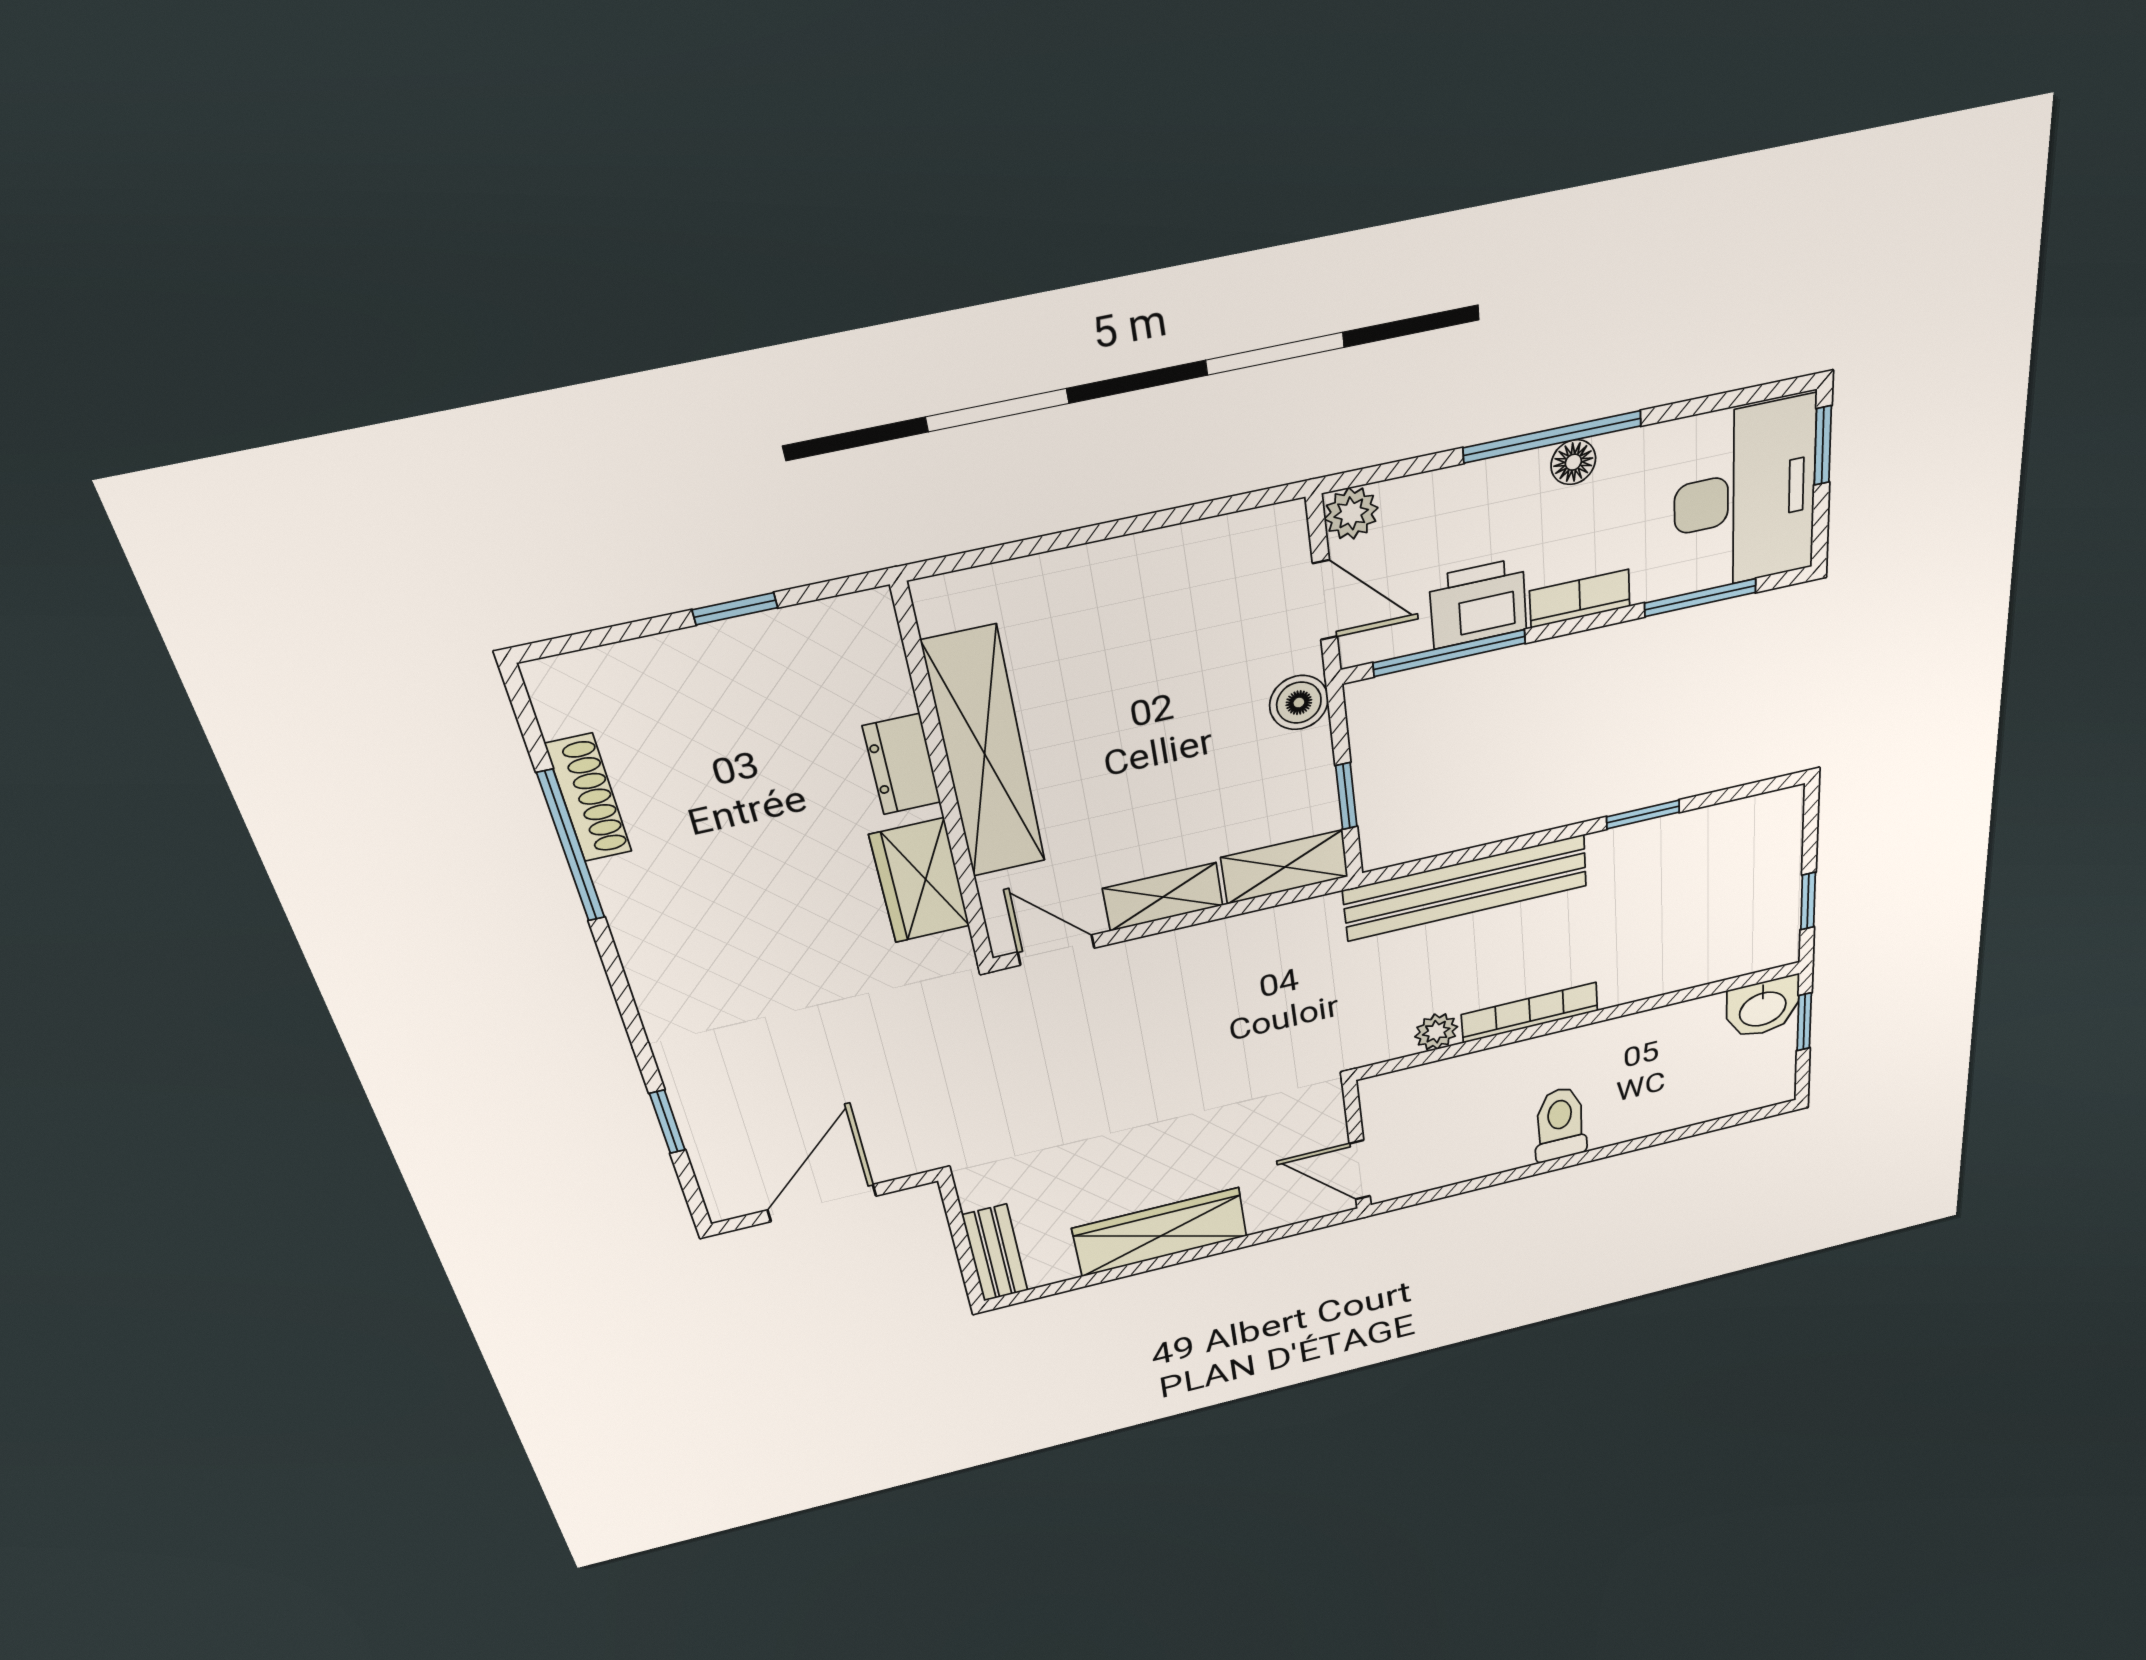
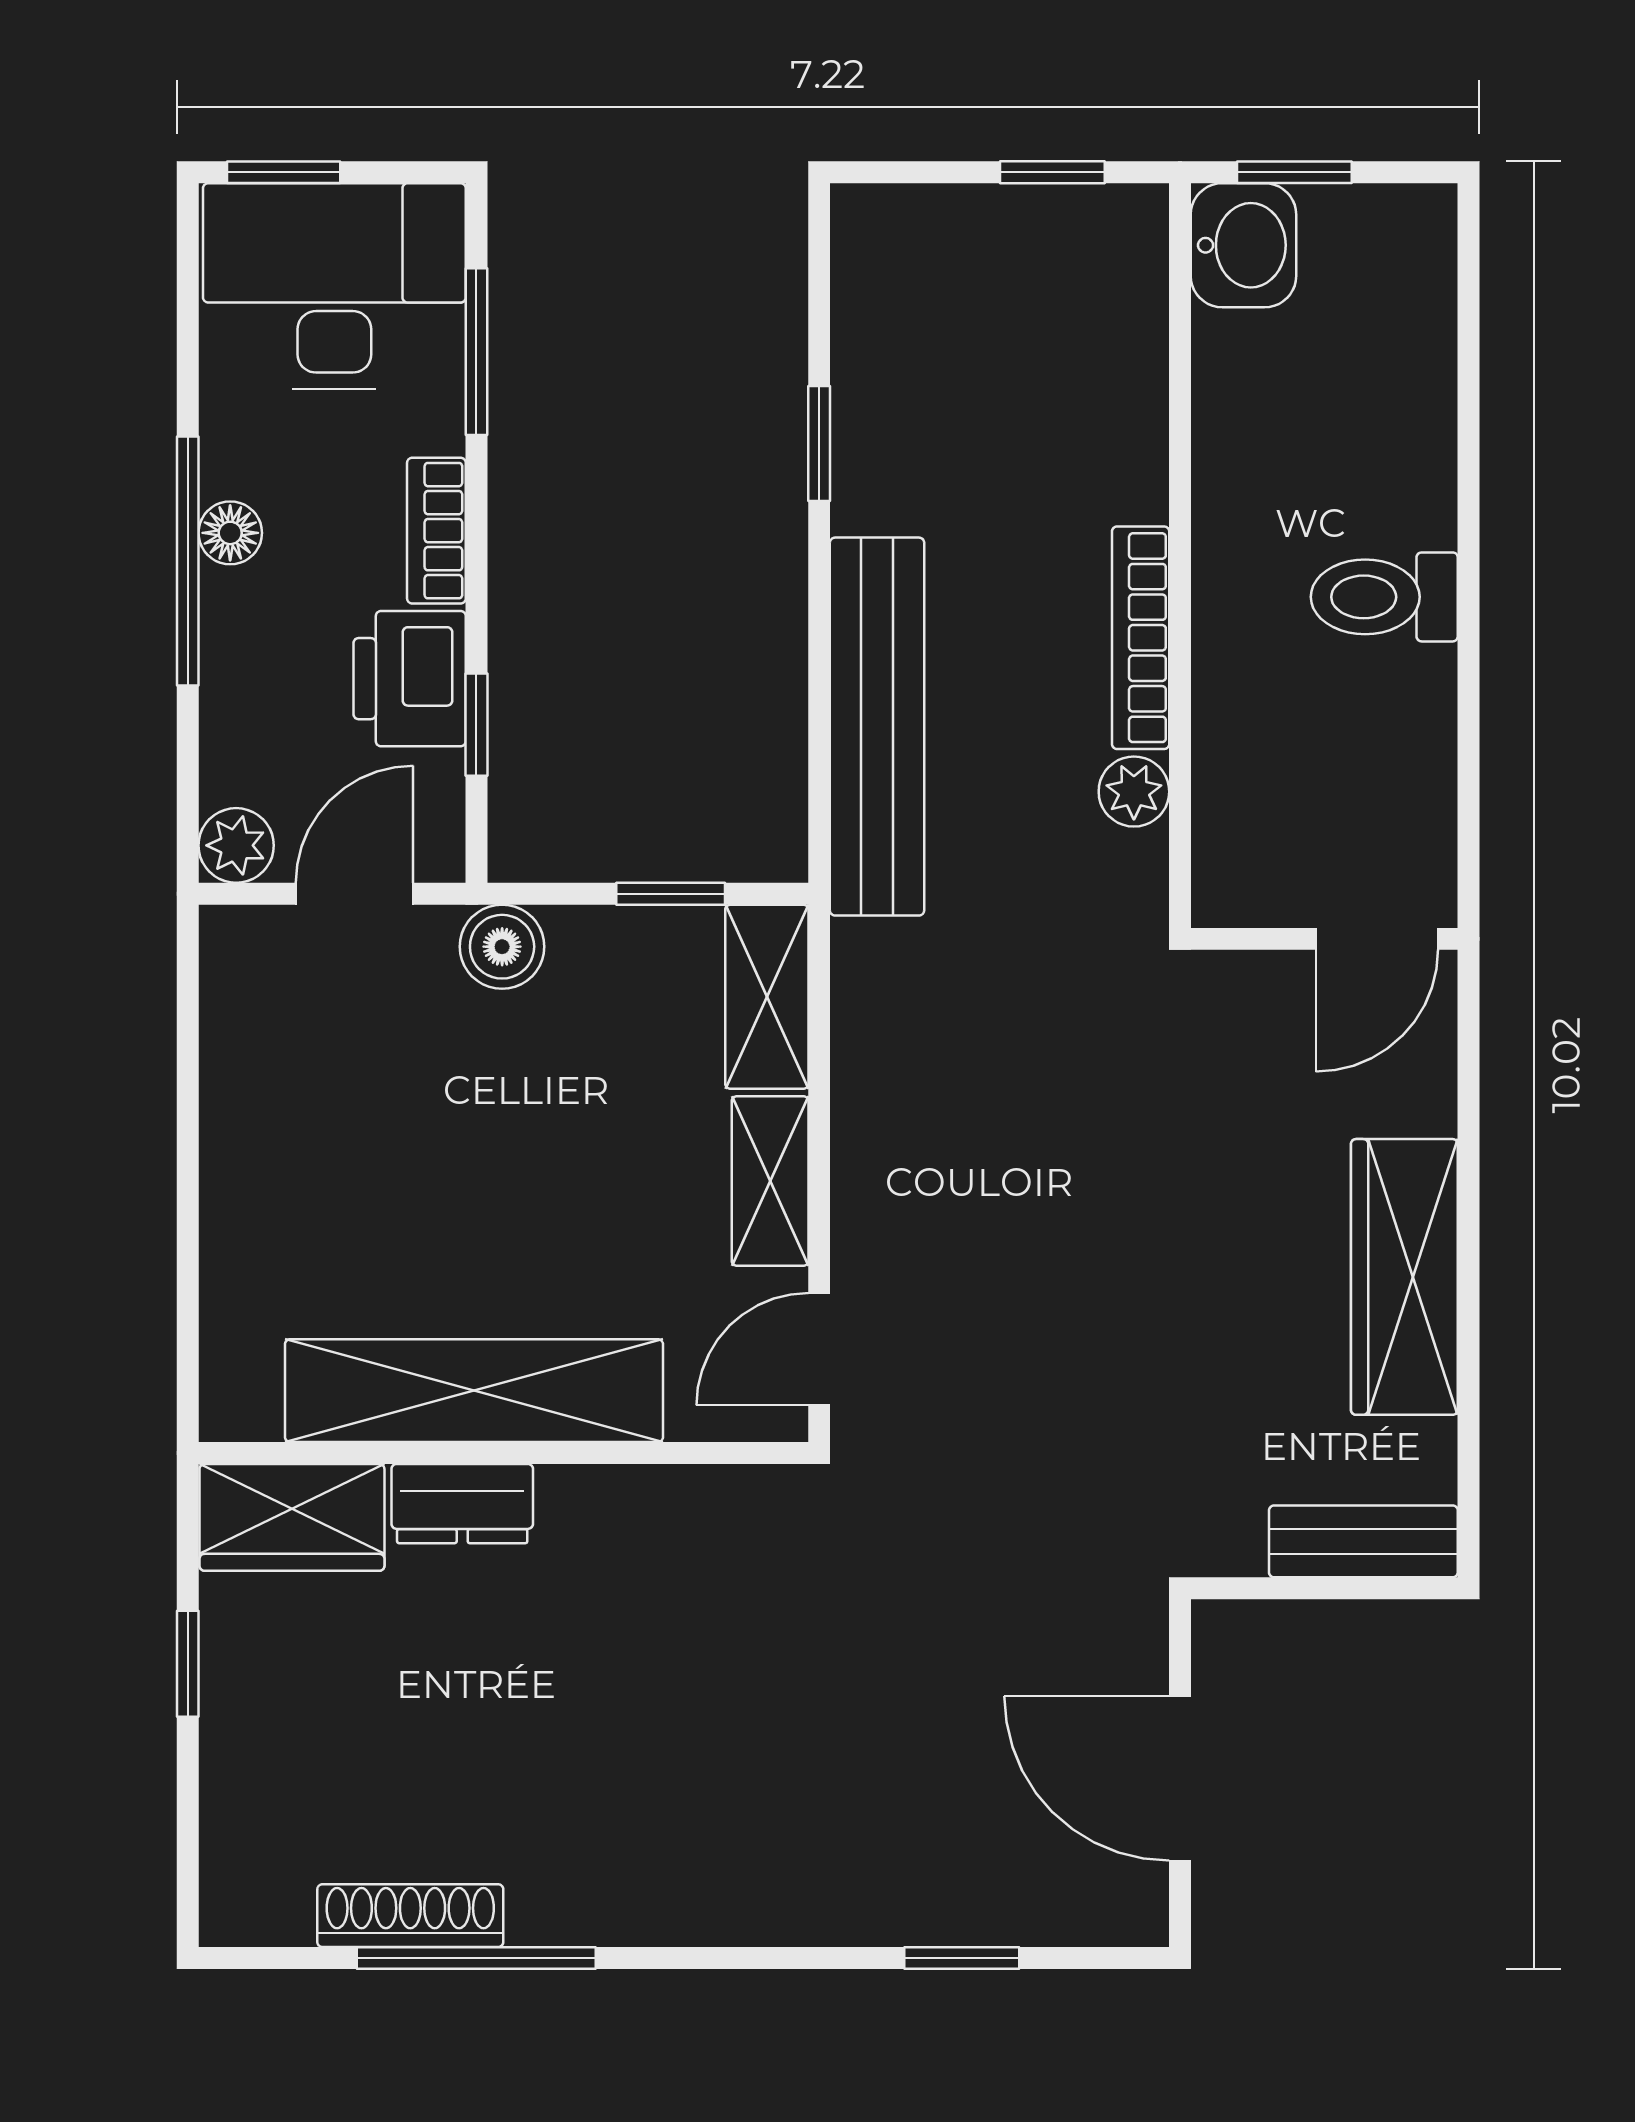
window: (1449, 653) -> (476, 725), width x0.46
wardrobe: (920, 881) -> (292, 1517), moved

